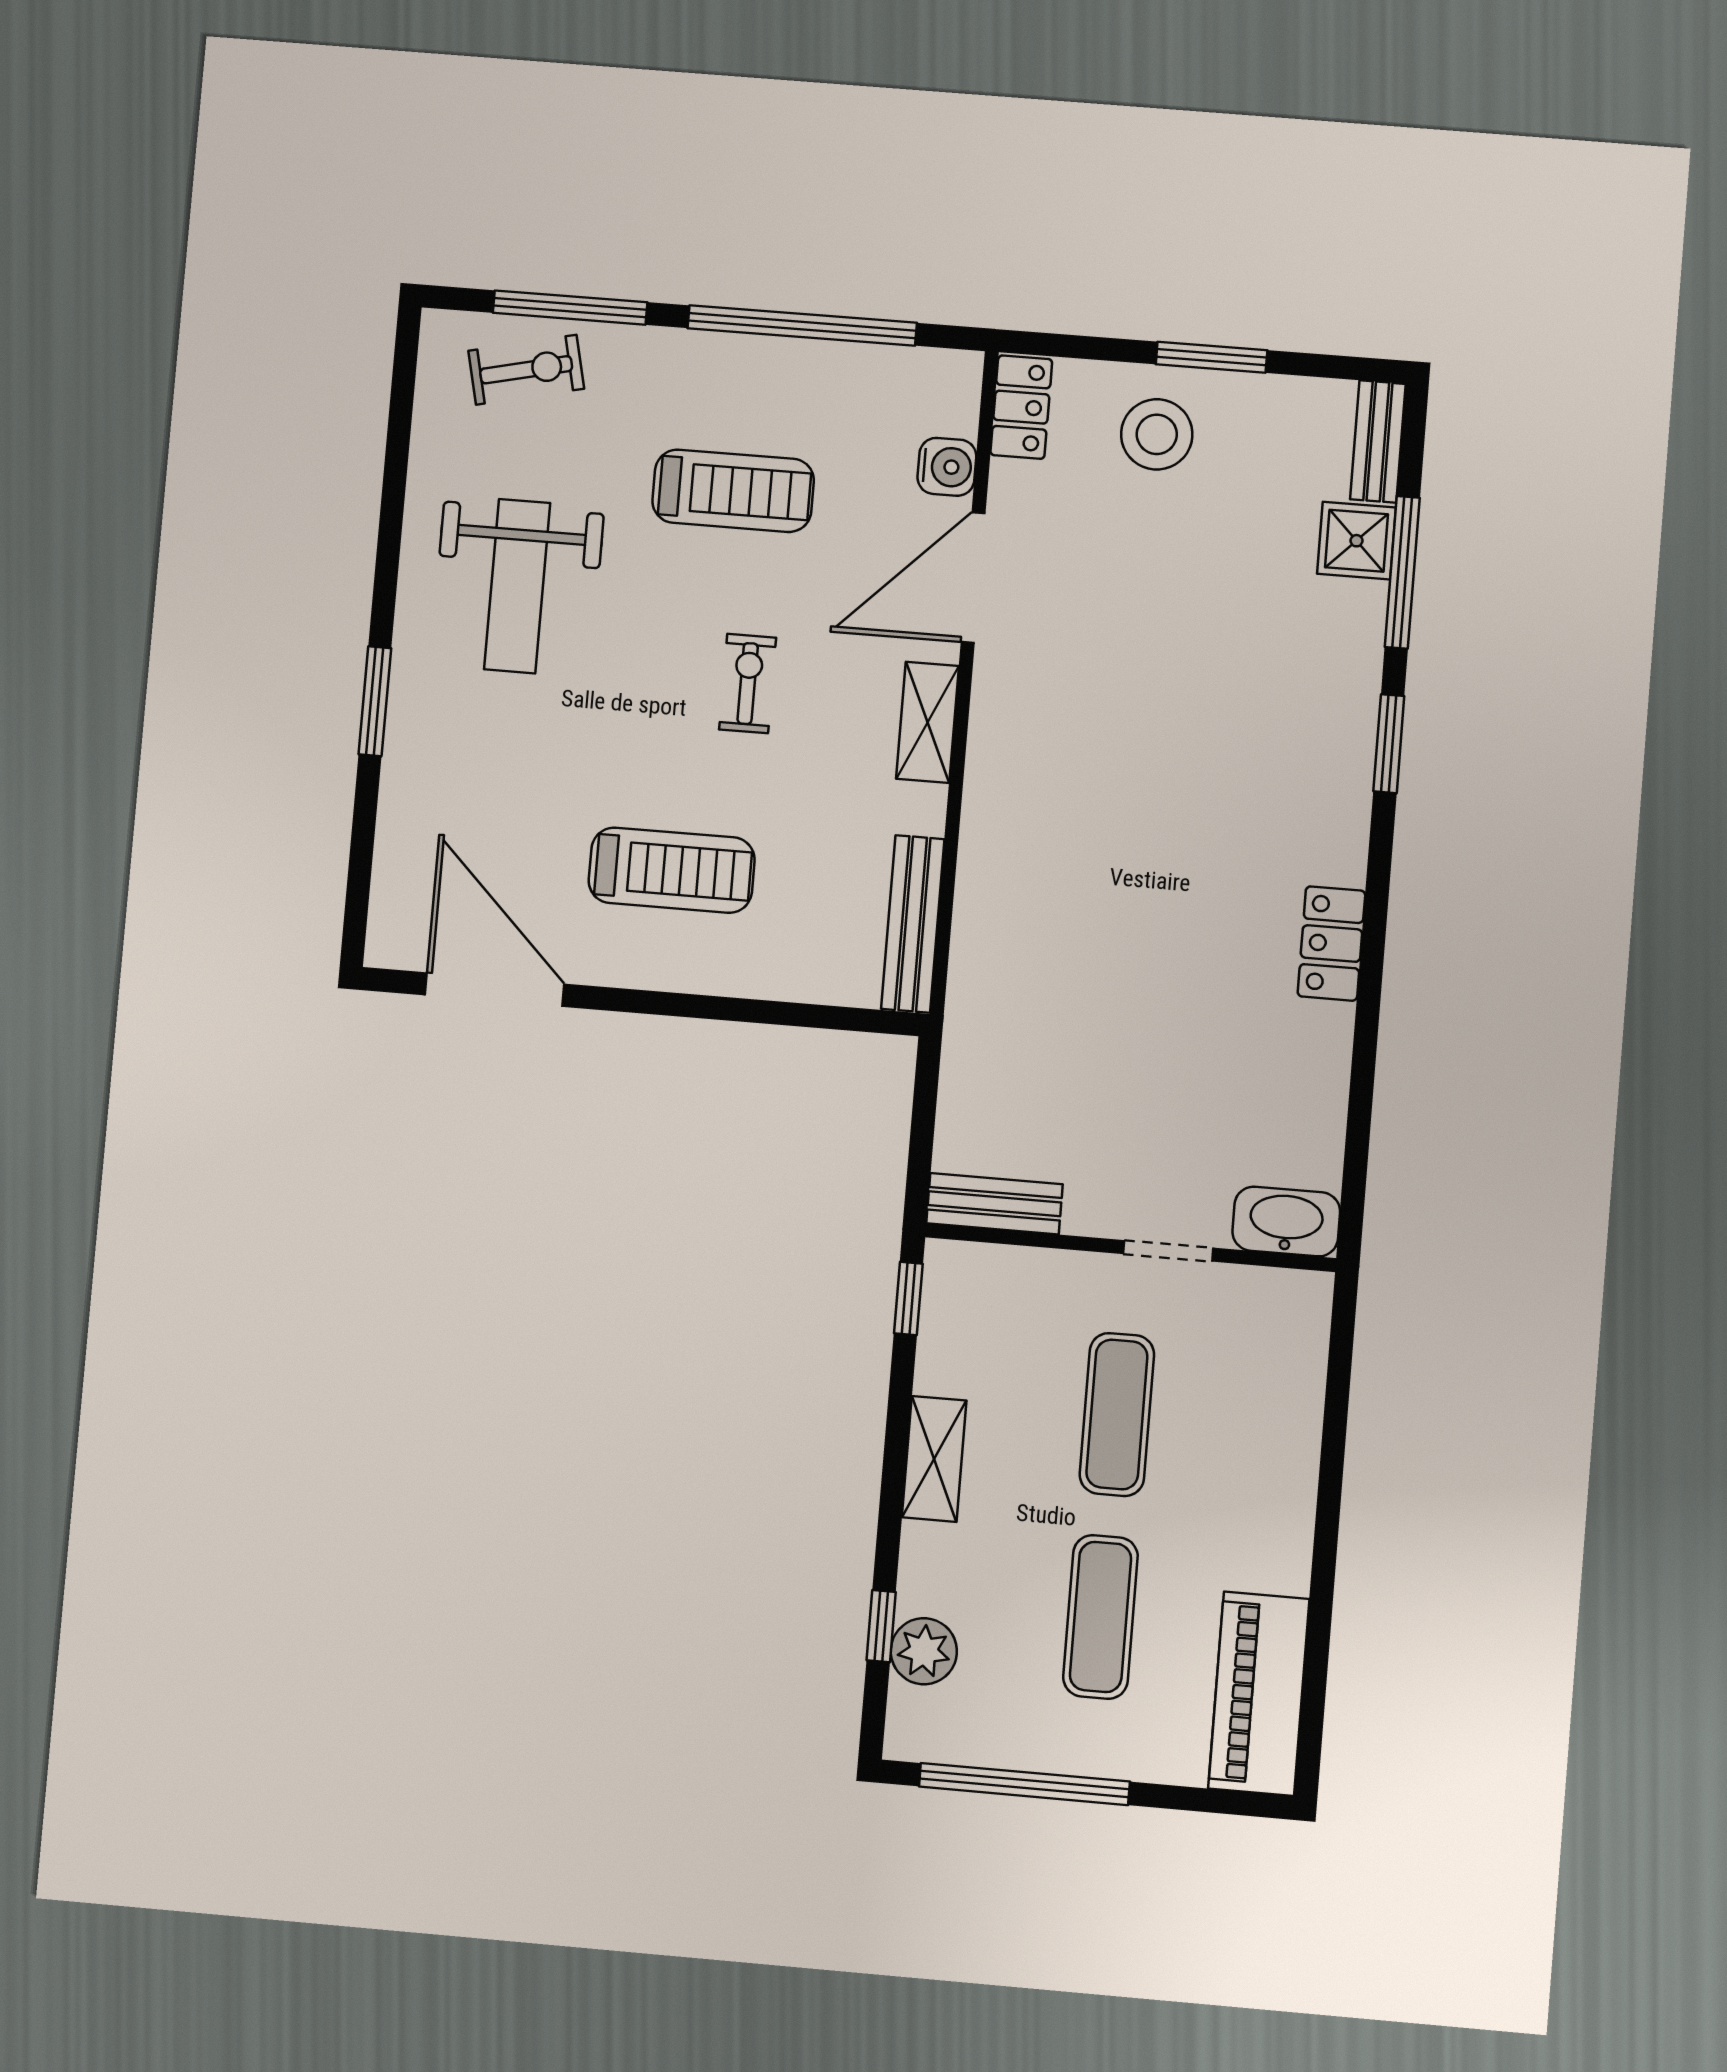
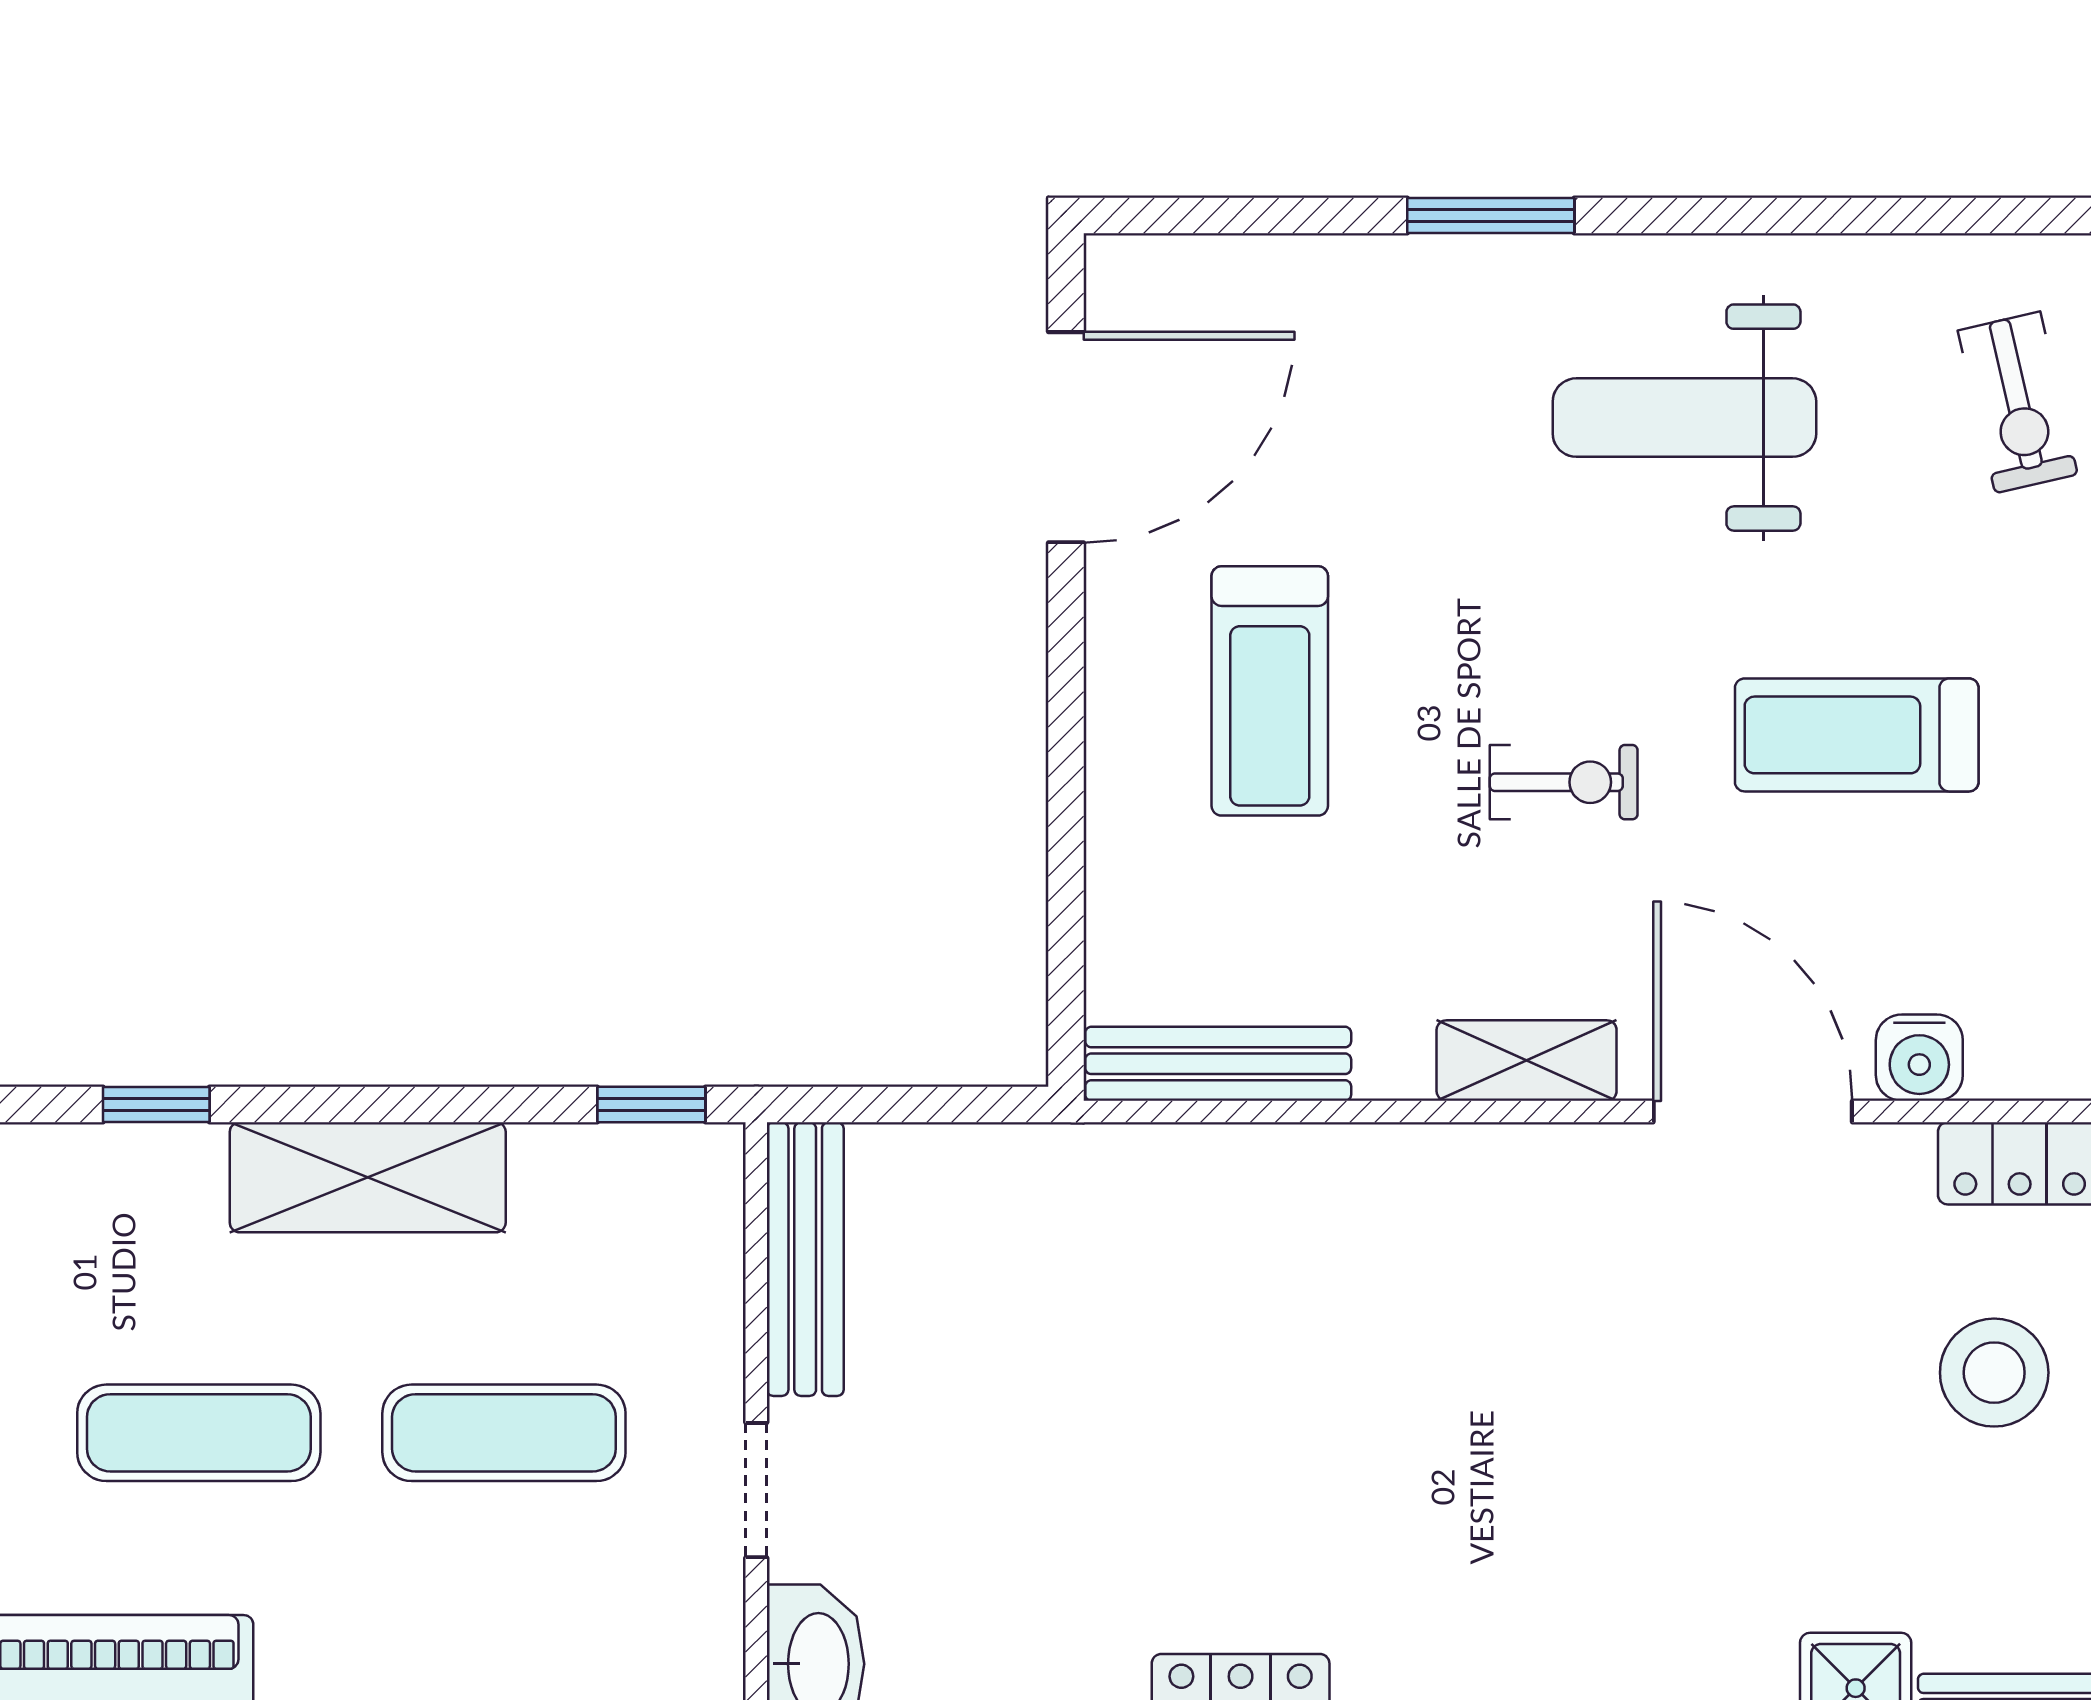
treadmill: (733, 491) -> (1857, 735), turned 90
bench: (994, 1204) -> (805, 1259), width x1.36
shelving: (934, 1459) -> (368, 1177), width x1.50, depth x1.33
plant: (924, 1651) -> (124, 1172), removed

